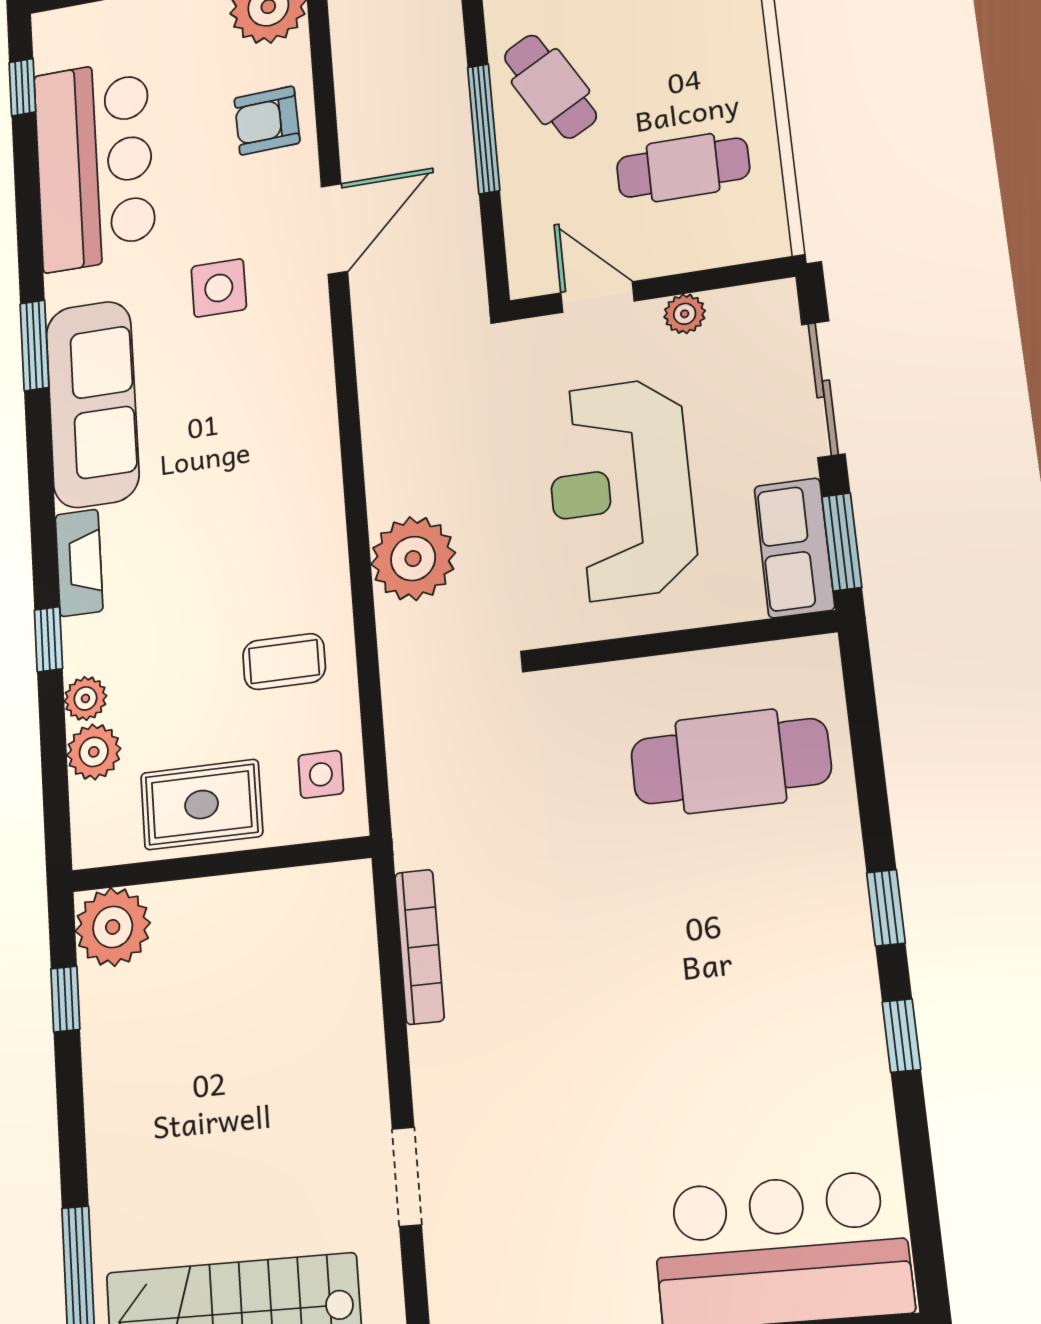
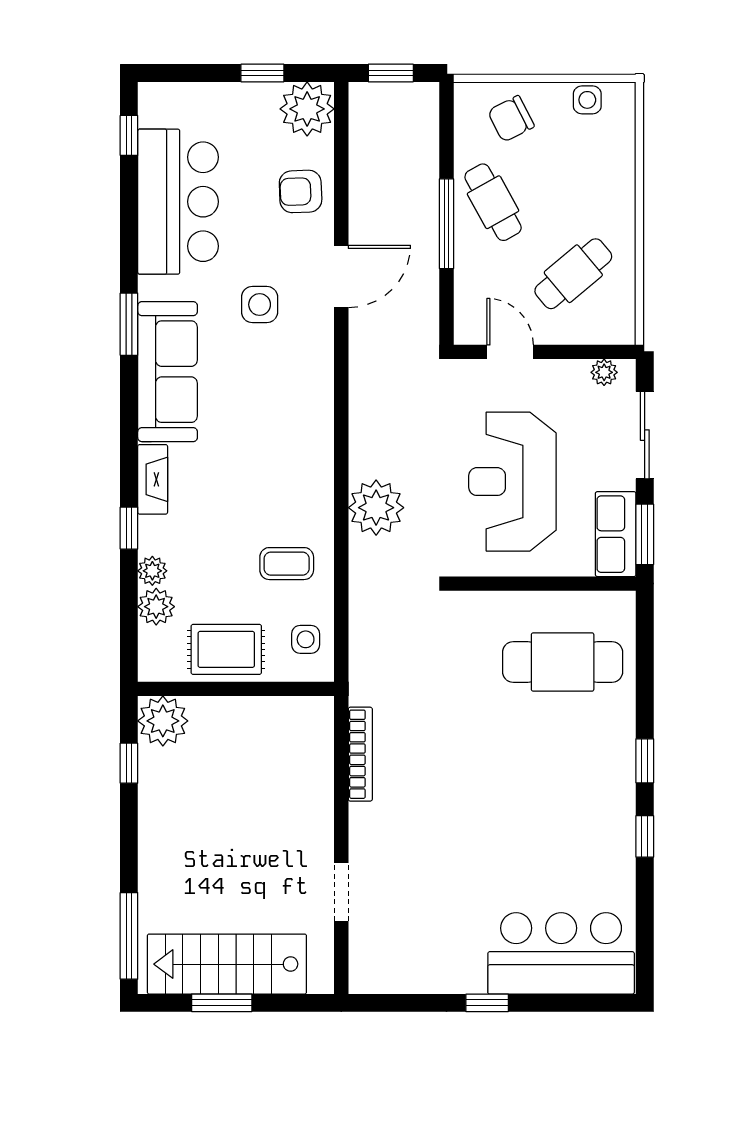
cafe table: (683, 168) -> (573, 274), turned -40
plant: (685, 314) -> (604, 372), moved

